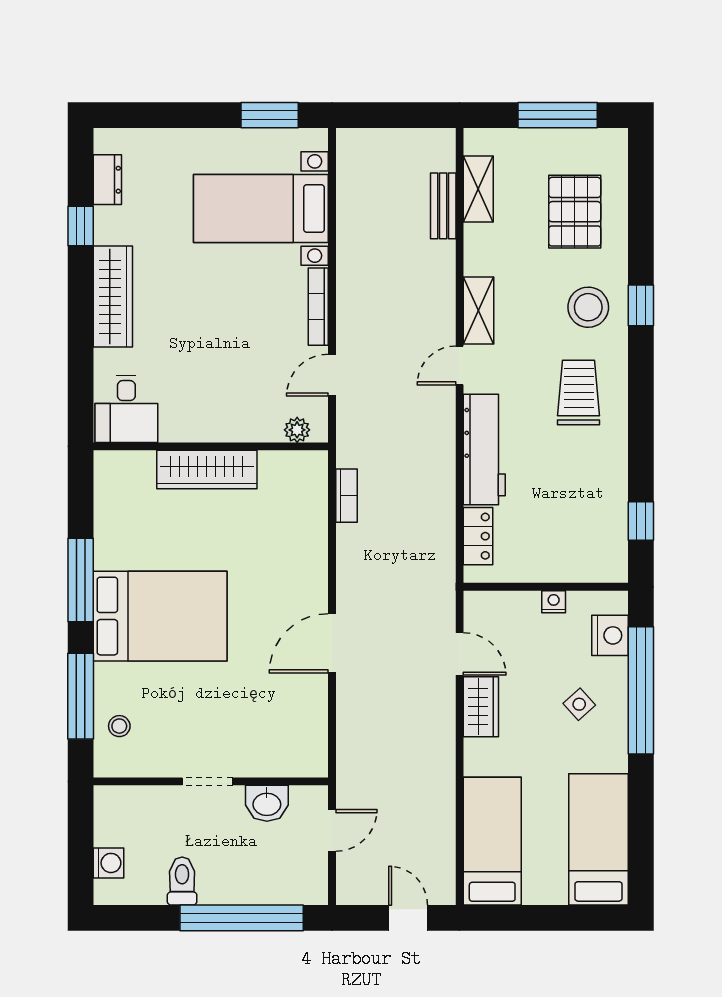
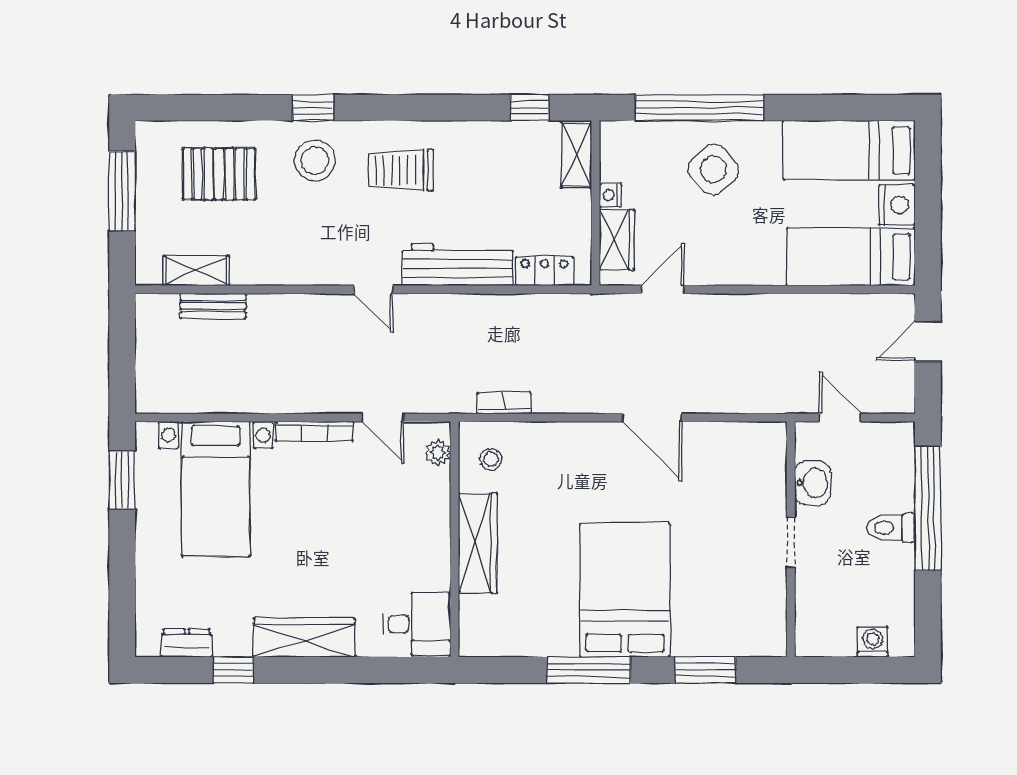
shelving: (479, 311) -> (576, 154), moved, turned 90
nightstand: (610, 635) -> (897, 205), moved, turned 90
window: (81, 696) -> (705, 670), width x0.69
side table: (579, 704) -> (713, 169), width x1.87, depth x1.87
wardrobe: (481, 707) -> (617, 240), moved, turned 90
stool: (119, 726) -> (491, 459), moved
toilet: (182, 881) -> (891, 528), moved

